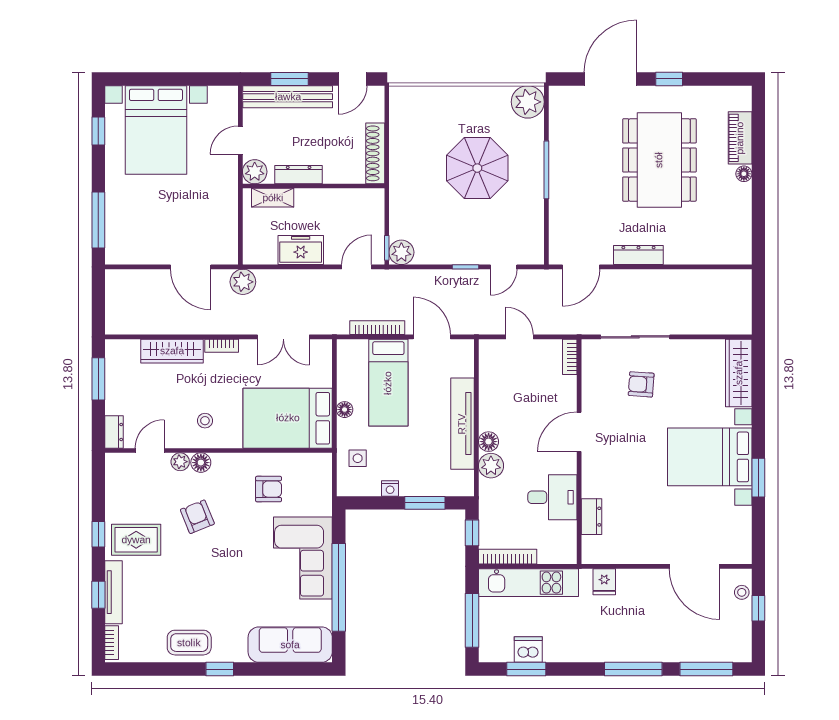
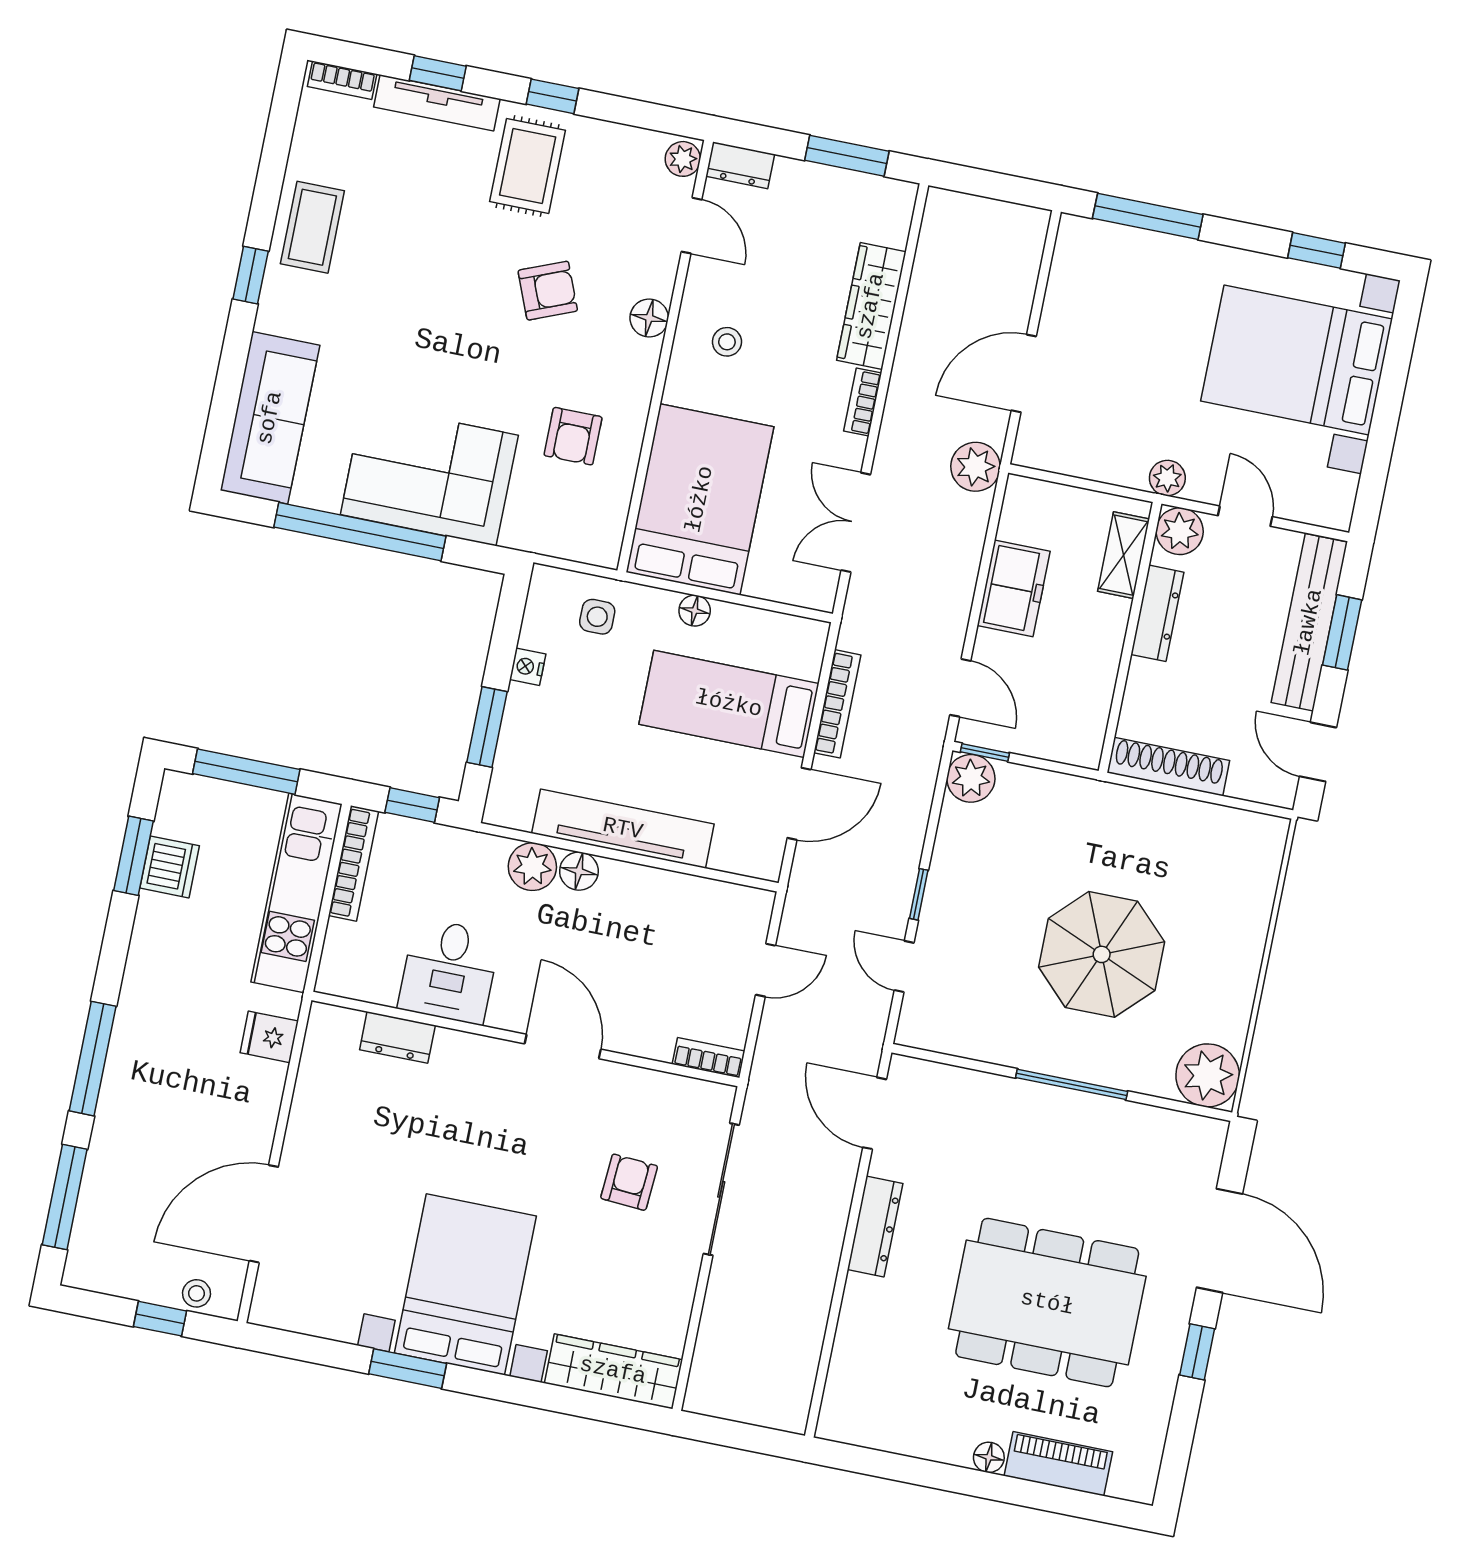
plant: (229, 183) -> (1167, 478), added
plant: (180, 462) -> (683, 159), moved

